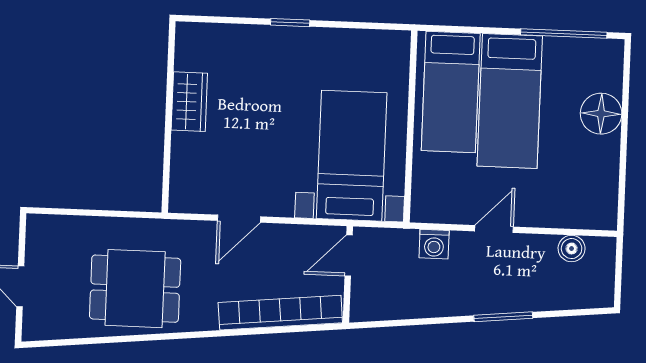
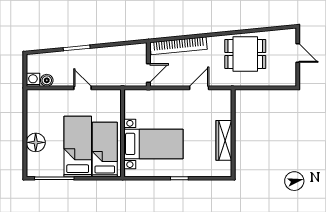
wardrobe: (189, 102) -> (224, 140), width x1.50
bed with nightstands: (352, 156) -> (153, 144), moved, turned -90
door: (494, 229) -> (82, 88), swing flipped
washing machine: (434, 244) -> (33, 80), moved

